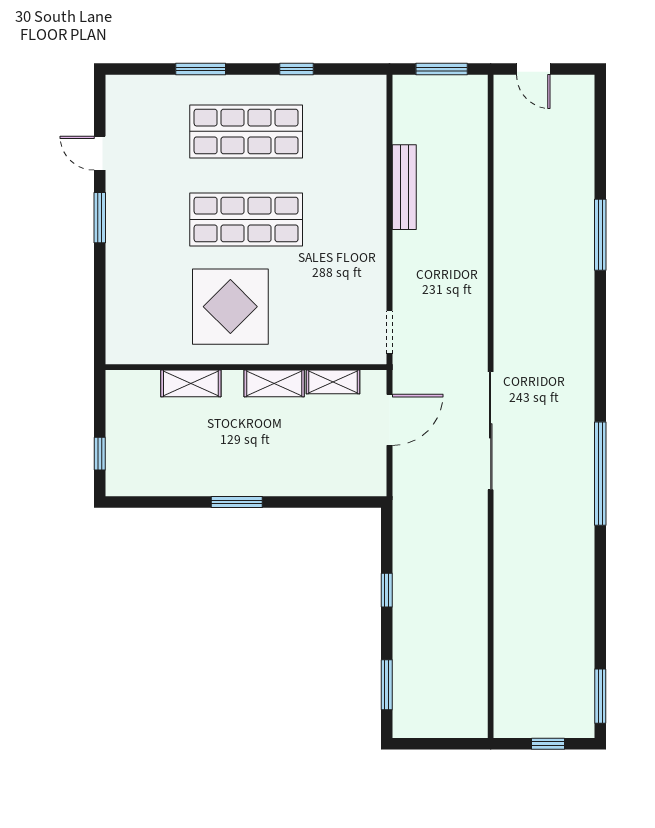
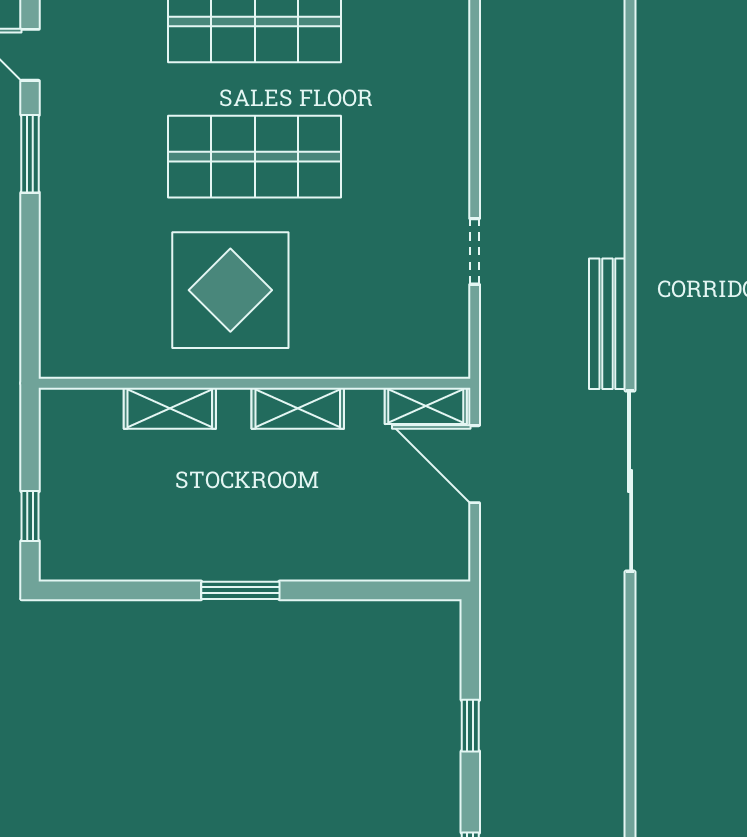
bench: (404, 187) -> (607, 324), moved
doorway: (389, 332) -> (475, 251), moved
shelving: (333, 382) -> (426, 406), moved
door: (389, 420) -> (475, 464), swing flipped

